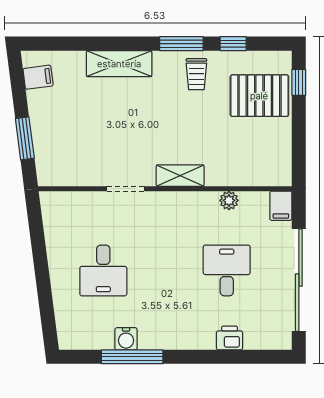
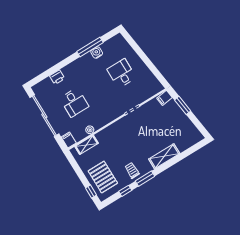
filing cabinet: (38, 77) -> (164, 98), moved
pallet: (259, 96) -> (103, 177), turned 90
shelving: (180, 176) -> (87, 145), moved

